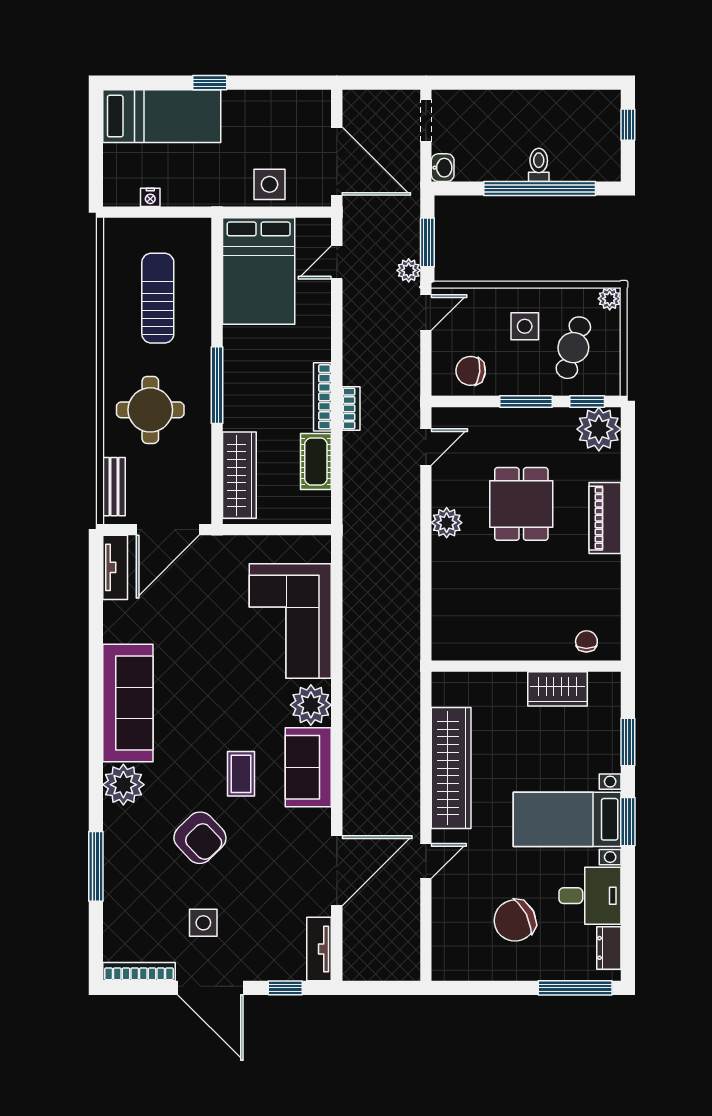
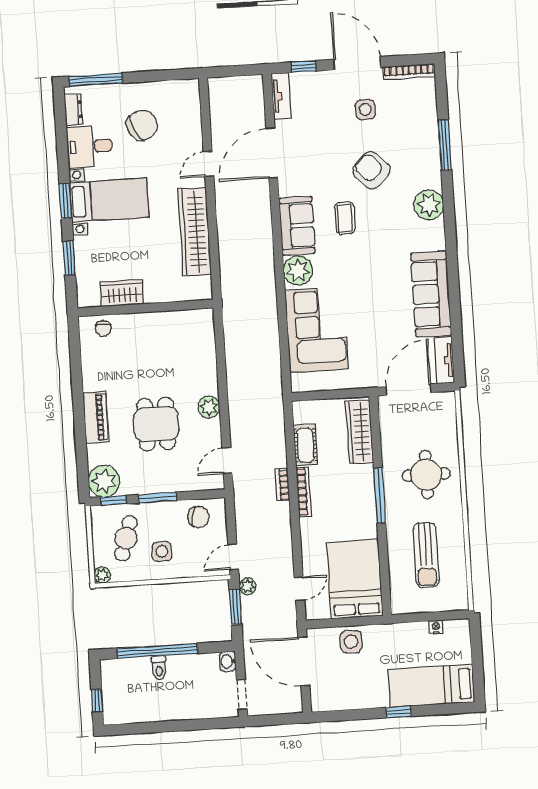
bench: (114, 487) -> (449, 418), removed
sofa: (128, 703) -> (431, 294), moved

